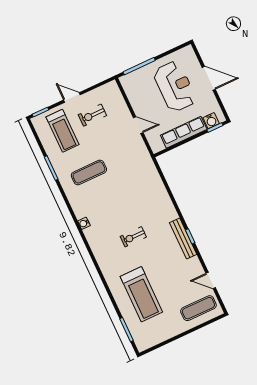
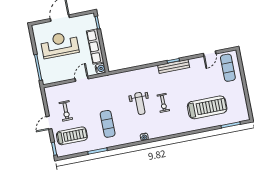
water cooler: (211, 121) -> (100, 69), moved
weight bench: (125, 207) -> (140, 103), added

